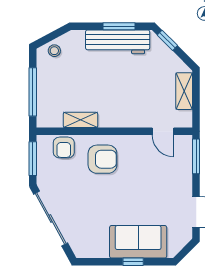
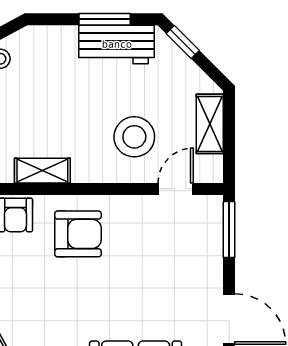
workbench: (118, 42) -> (117, 44), width x0.73
stool: (137, 99) -> (134, 137), added
door: (163, 131) -> (176, 189), swing flipped

